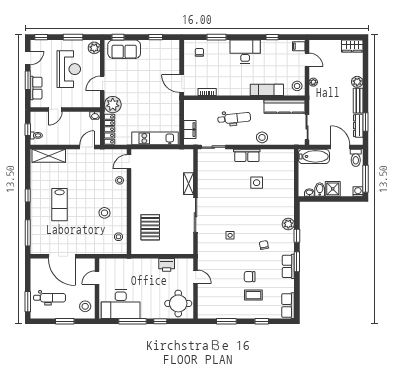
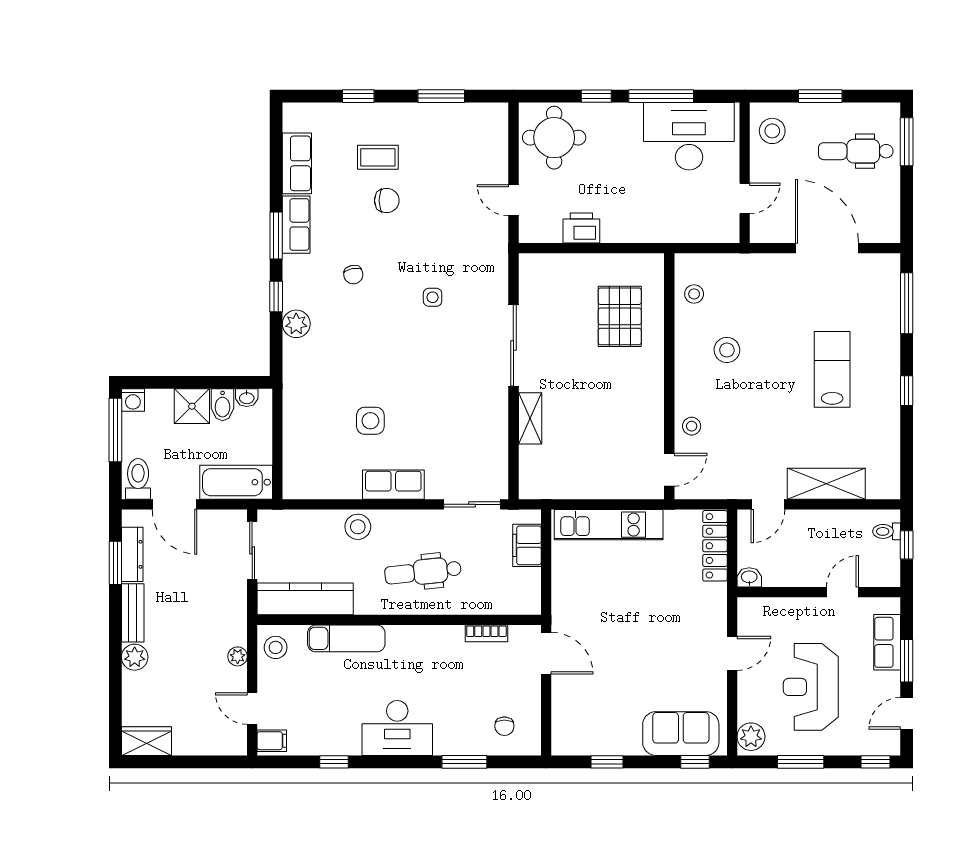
plant: (113, 105) -> (708, 604), removed
shelving: (49, 156) -> (826, 484), moved
row of seats: (288, 306) -> (297, 163), moved

